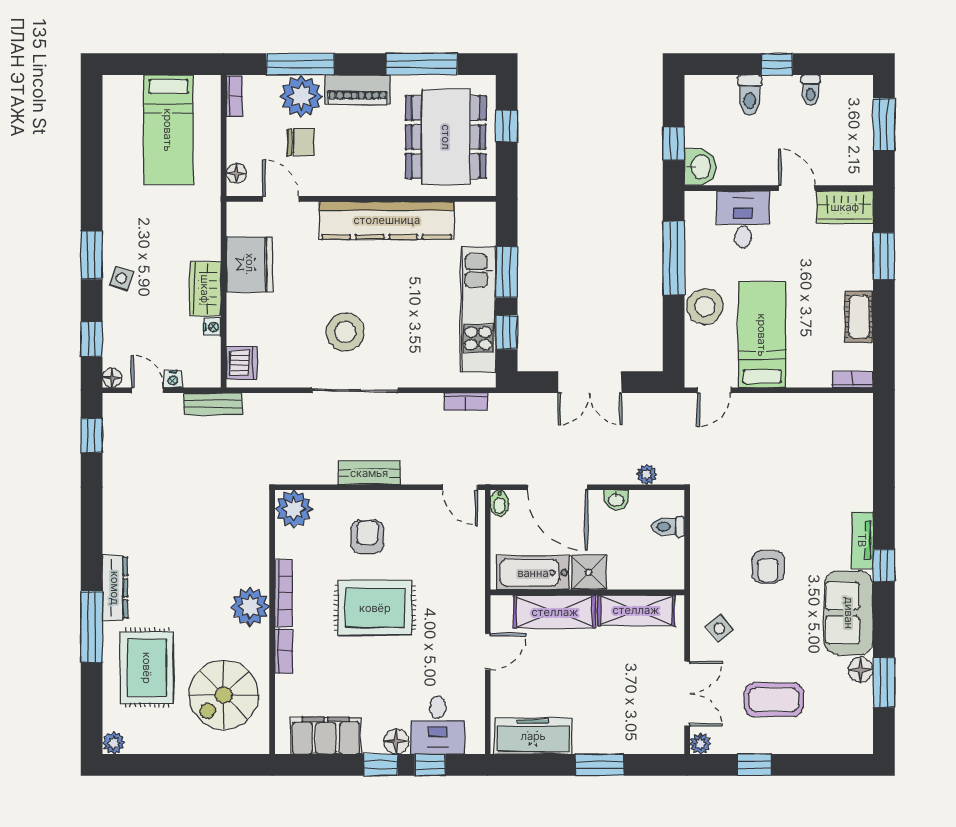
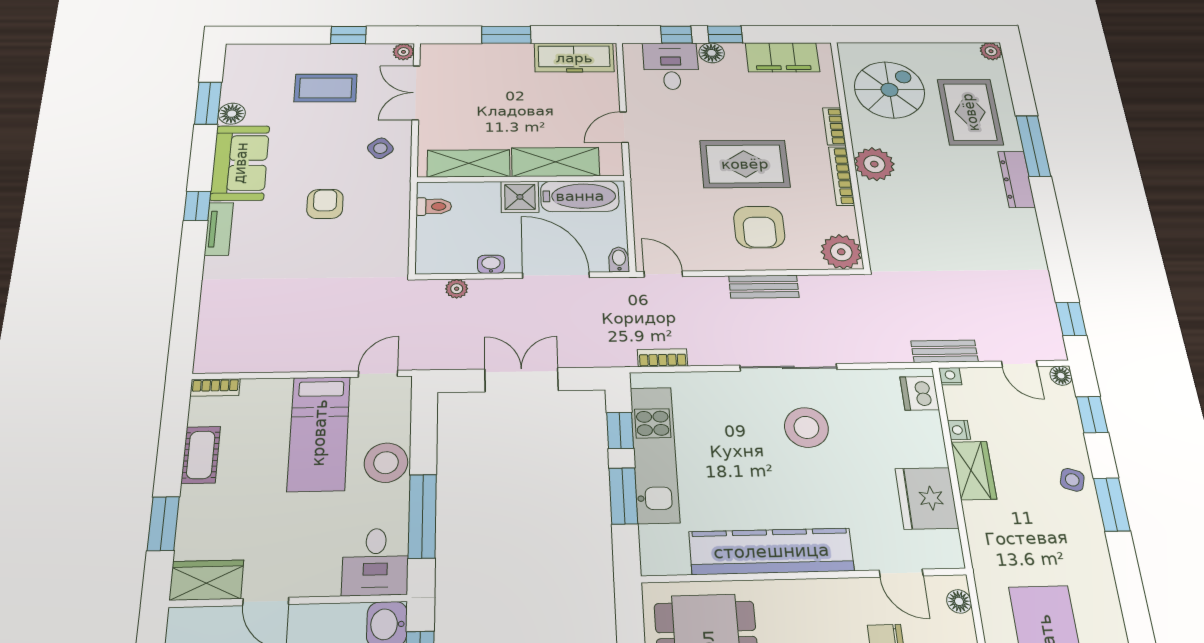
desk: (743, 219) -> (375, 562), moved
nightstand: (173, 379) -> (950, 376), moved
toilet: (668, 526) -> (434, 206), moved
armchair: (367, 537) -> (759, 227), width x1.38, depth x1.38

